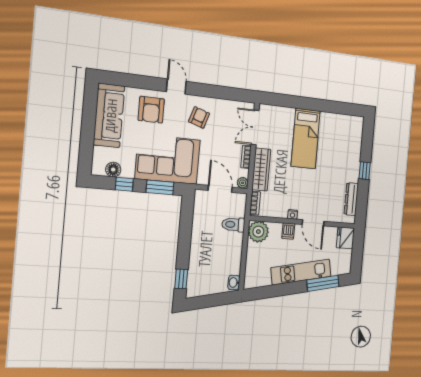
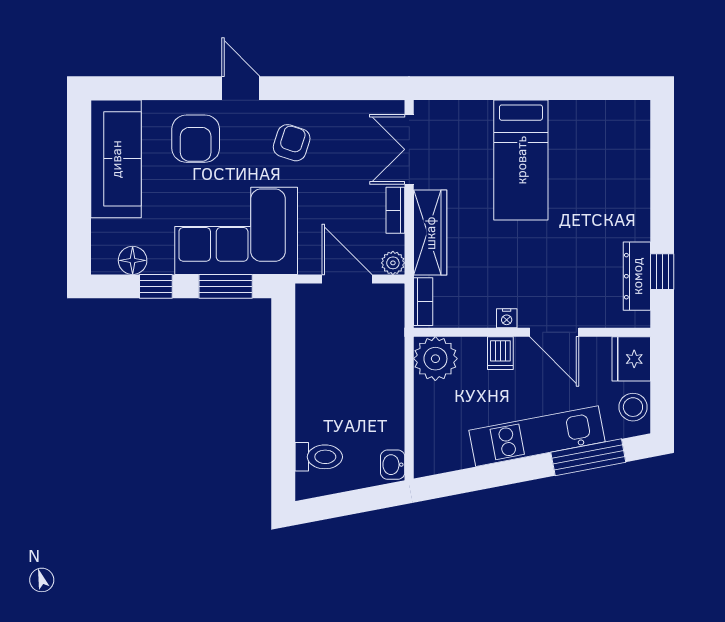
window: (365, 171) -> (662, 272), moved
toilet: (233, 225) -> (319, 457), moved, turned 180
stool: (344, 261) -> (633, 407), added
window: (181, 279) -> (283, 462), removed

